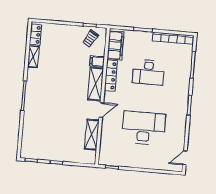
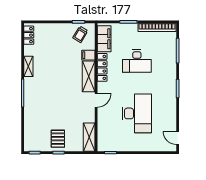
shelving: (33, 57) -> (28, 66), moved
desk: (144, 128) -> (137, 113), turned 90
shelving: (92, 135) -> (89, 137), moved
pallet: (57, 148) -> (58, 139), added
door: (185, 158) -> (178, 138), hinge flipped

